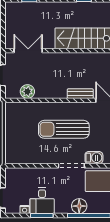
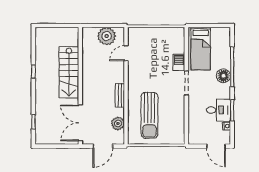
double door: (28, 51) -> (80, 123), width x1.37
bench: (80, 94) -> (120, 95), moved
sun lounger: (64, 129) -> (149, 115), moved

